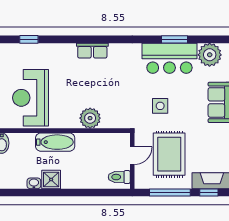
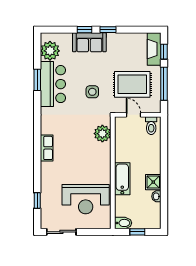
plant: (90, 118) -> (102, 134), moved

